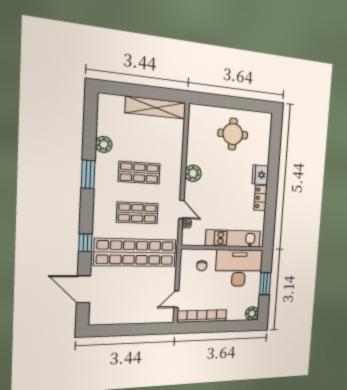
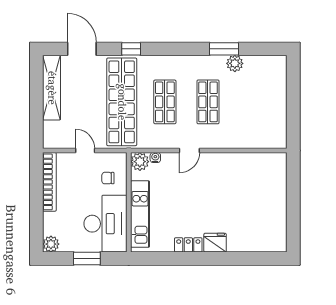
shelving: (156, 108) -> (52, 88), moved
round table: (233, 134) -> (258, 205), removed
plant: (193, 173) -> (140, 162), moved
window: (88, 174) -> (224, 49), moved
door: (181, 209) -> (189, 151), moved
door: (83, 289) -> (82, 49), hinge flipped
door: (176, 299) -> (85, 151), moved

